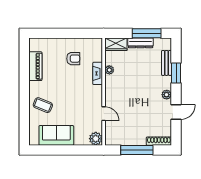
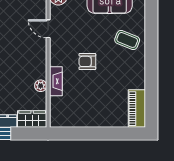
armchair: (73, 59) -> (87, 61), moved
piano: (35, 66) -> (137, 109), moved

